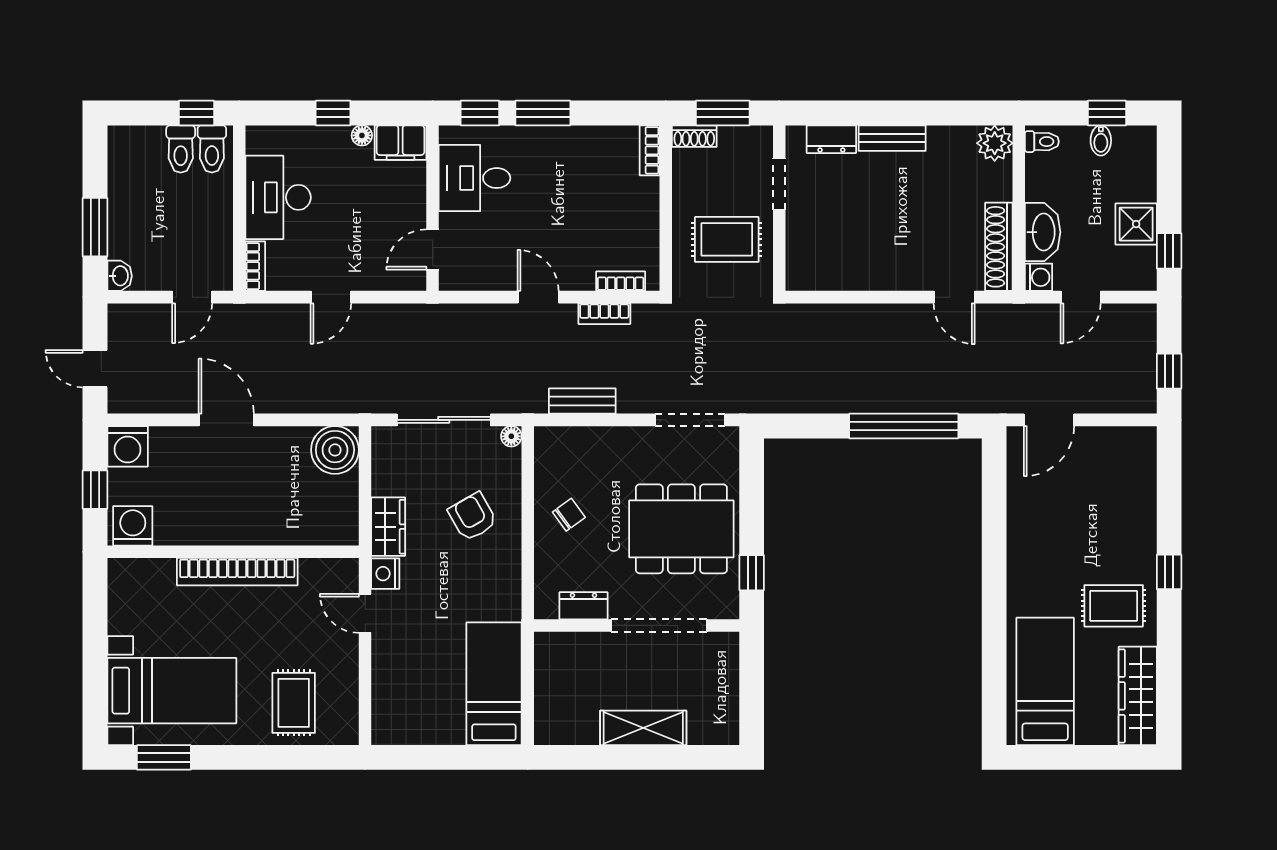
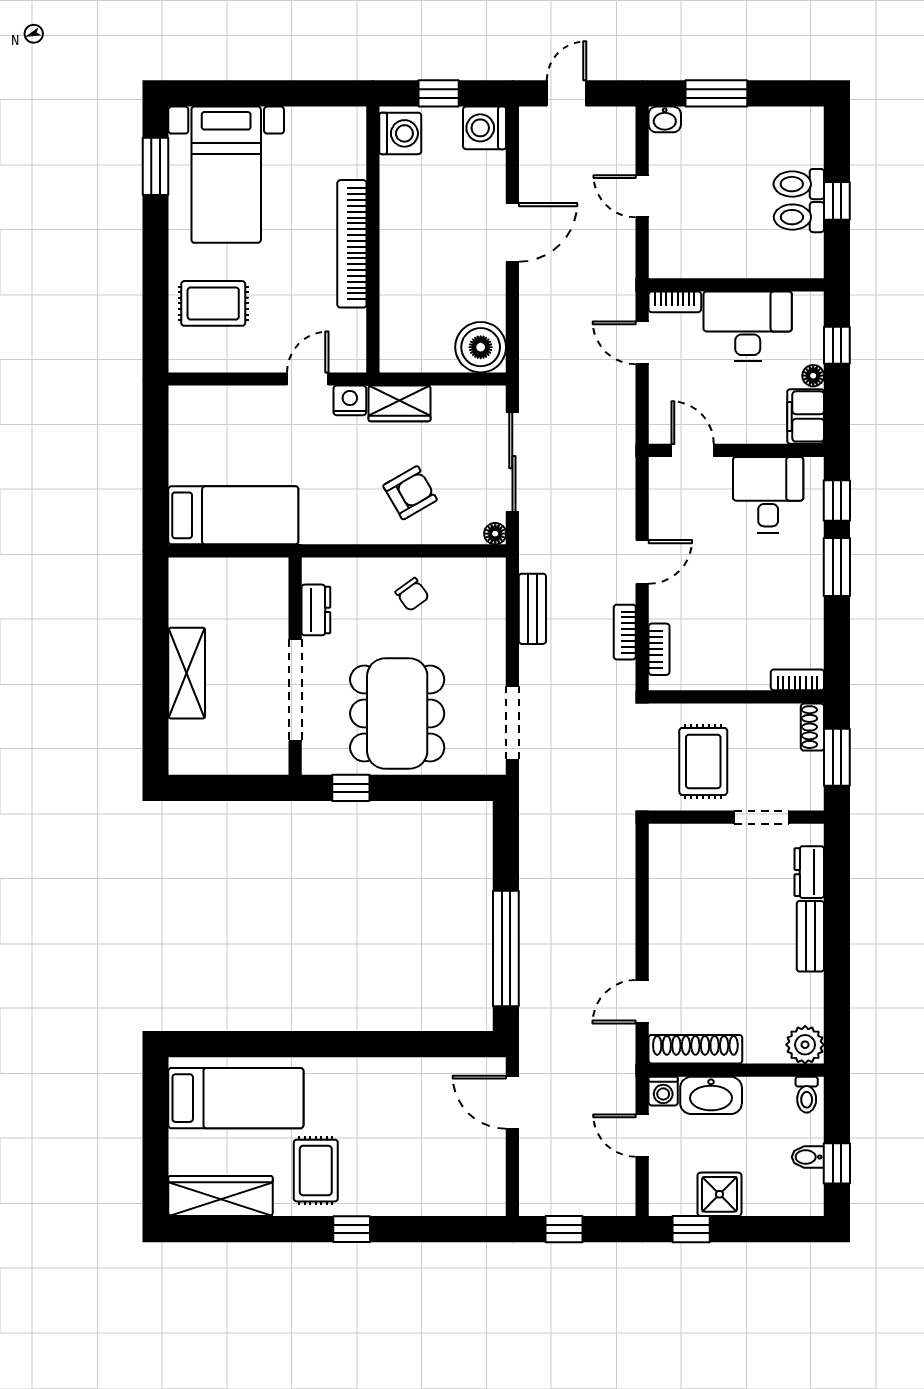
desk: (278, 197) -> (748, 326), moved
wall: (239, 208) -> (736, 285), moved
bookcase: (255, 266) -> (675, 302), moved

